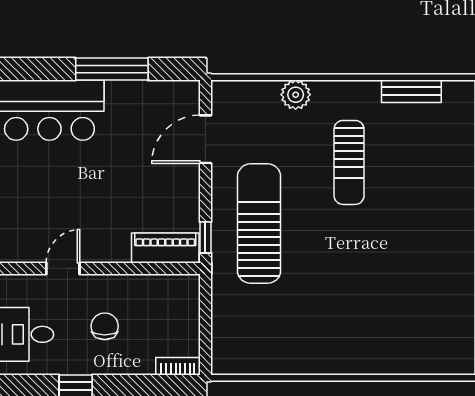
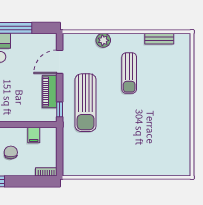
sun lounger: (259, 224) -> (86, 103), turned 180
piano: (165, 248) -> (50, 92), moved, turned -90
filing cabinet: (152, 290) -> (34, 135), added

